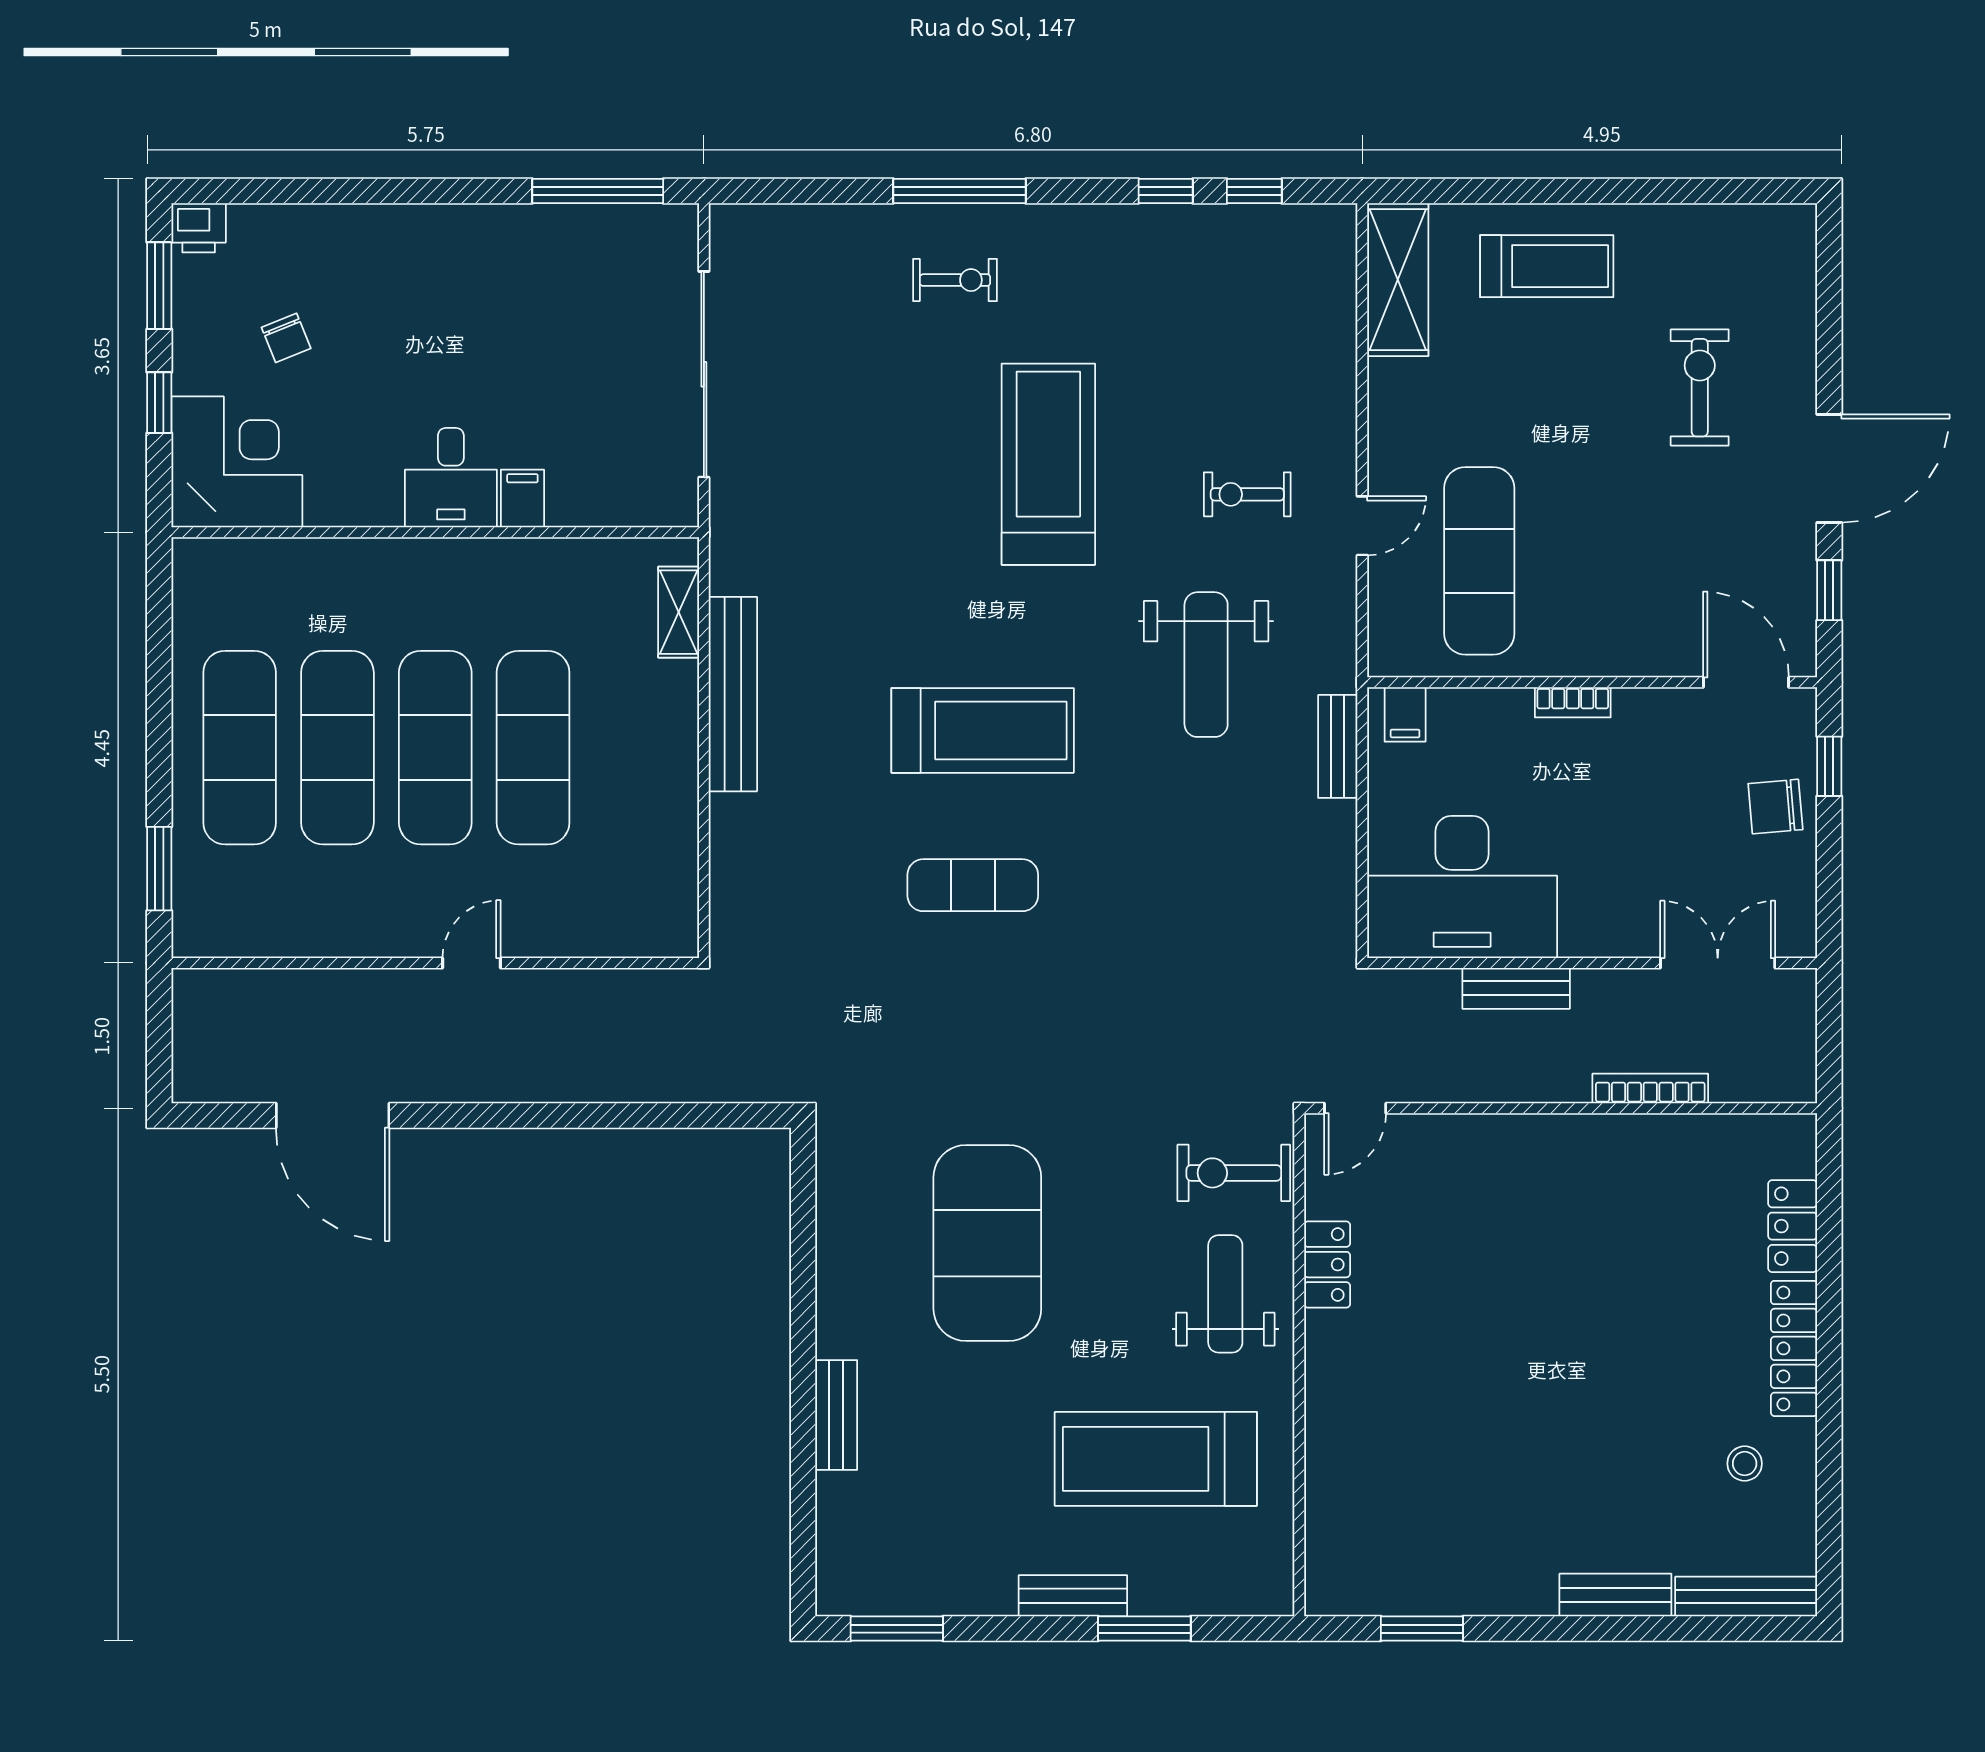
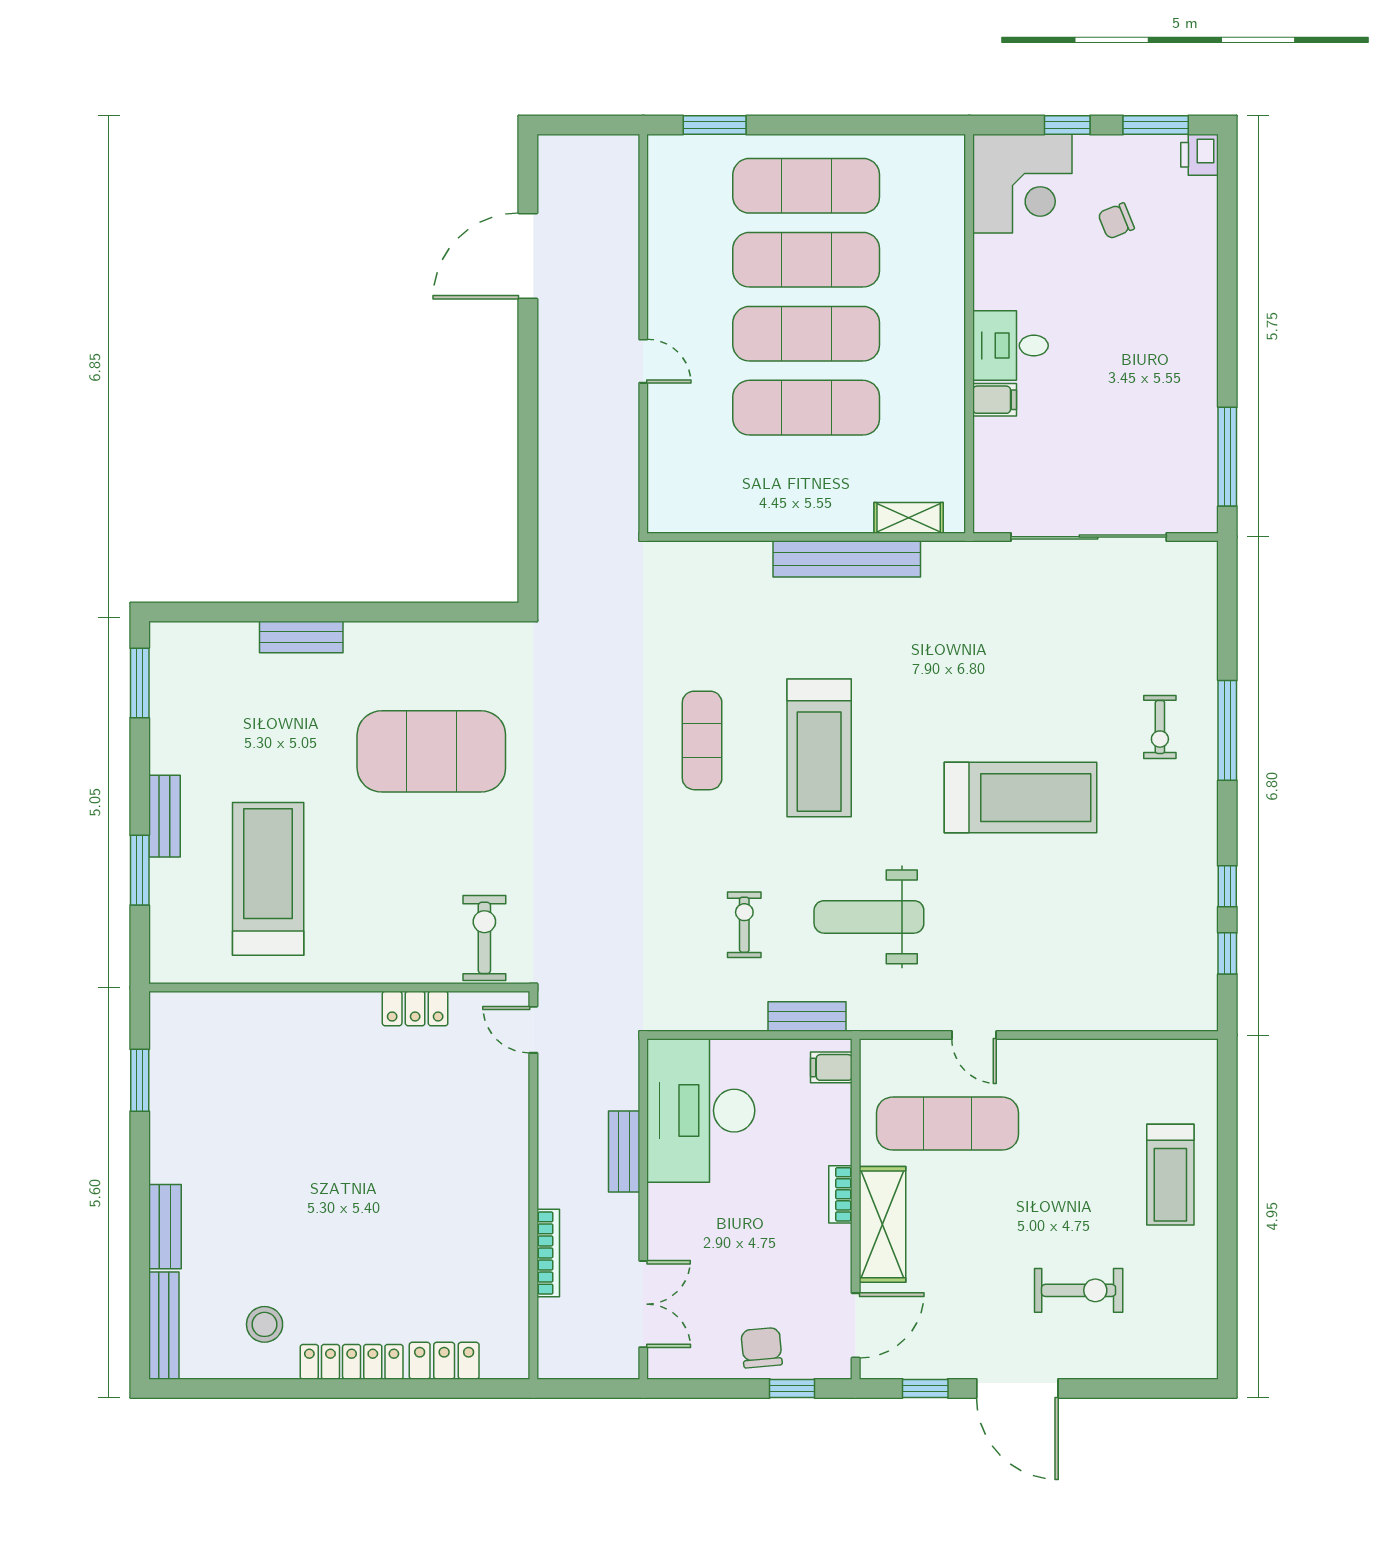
shelving: (1398, 280) -> (882, 1224), moved, turned 90
exercise bike: (1247, 494) -> (744, 925), moved
weight bench: (1225, 1294) -> (393, 931), removed
stool: (1745, 1464) -> (265, 1324), width x1.37, depth x1.37

